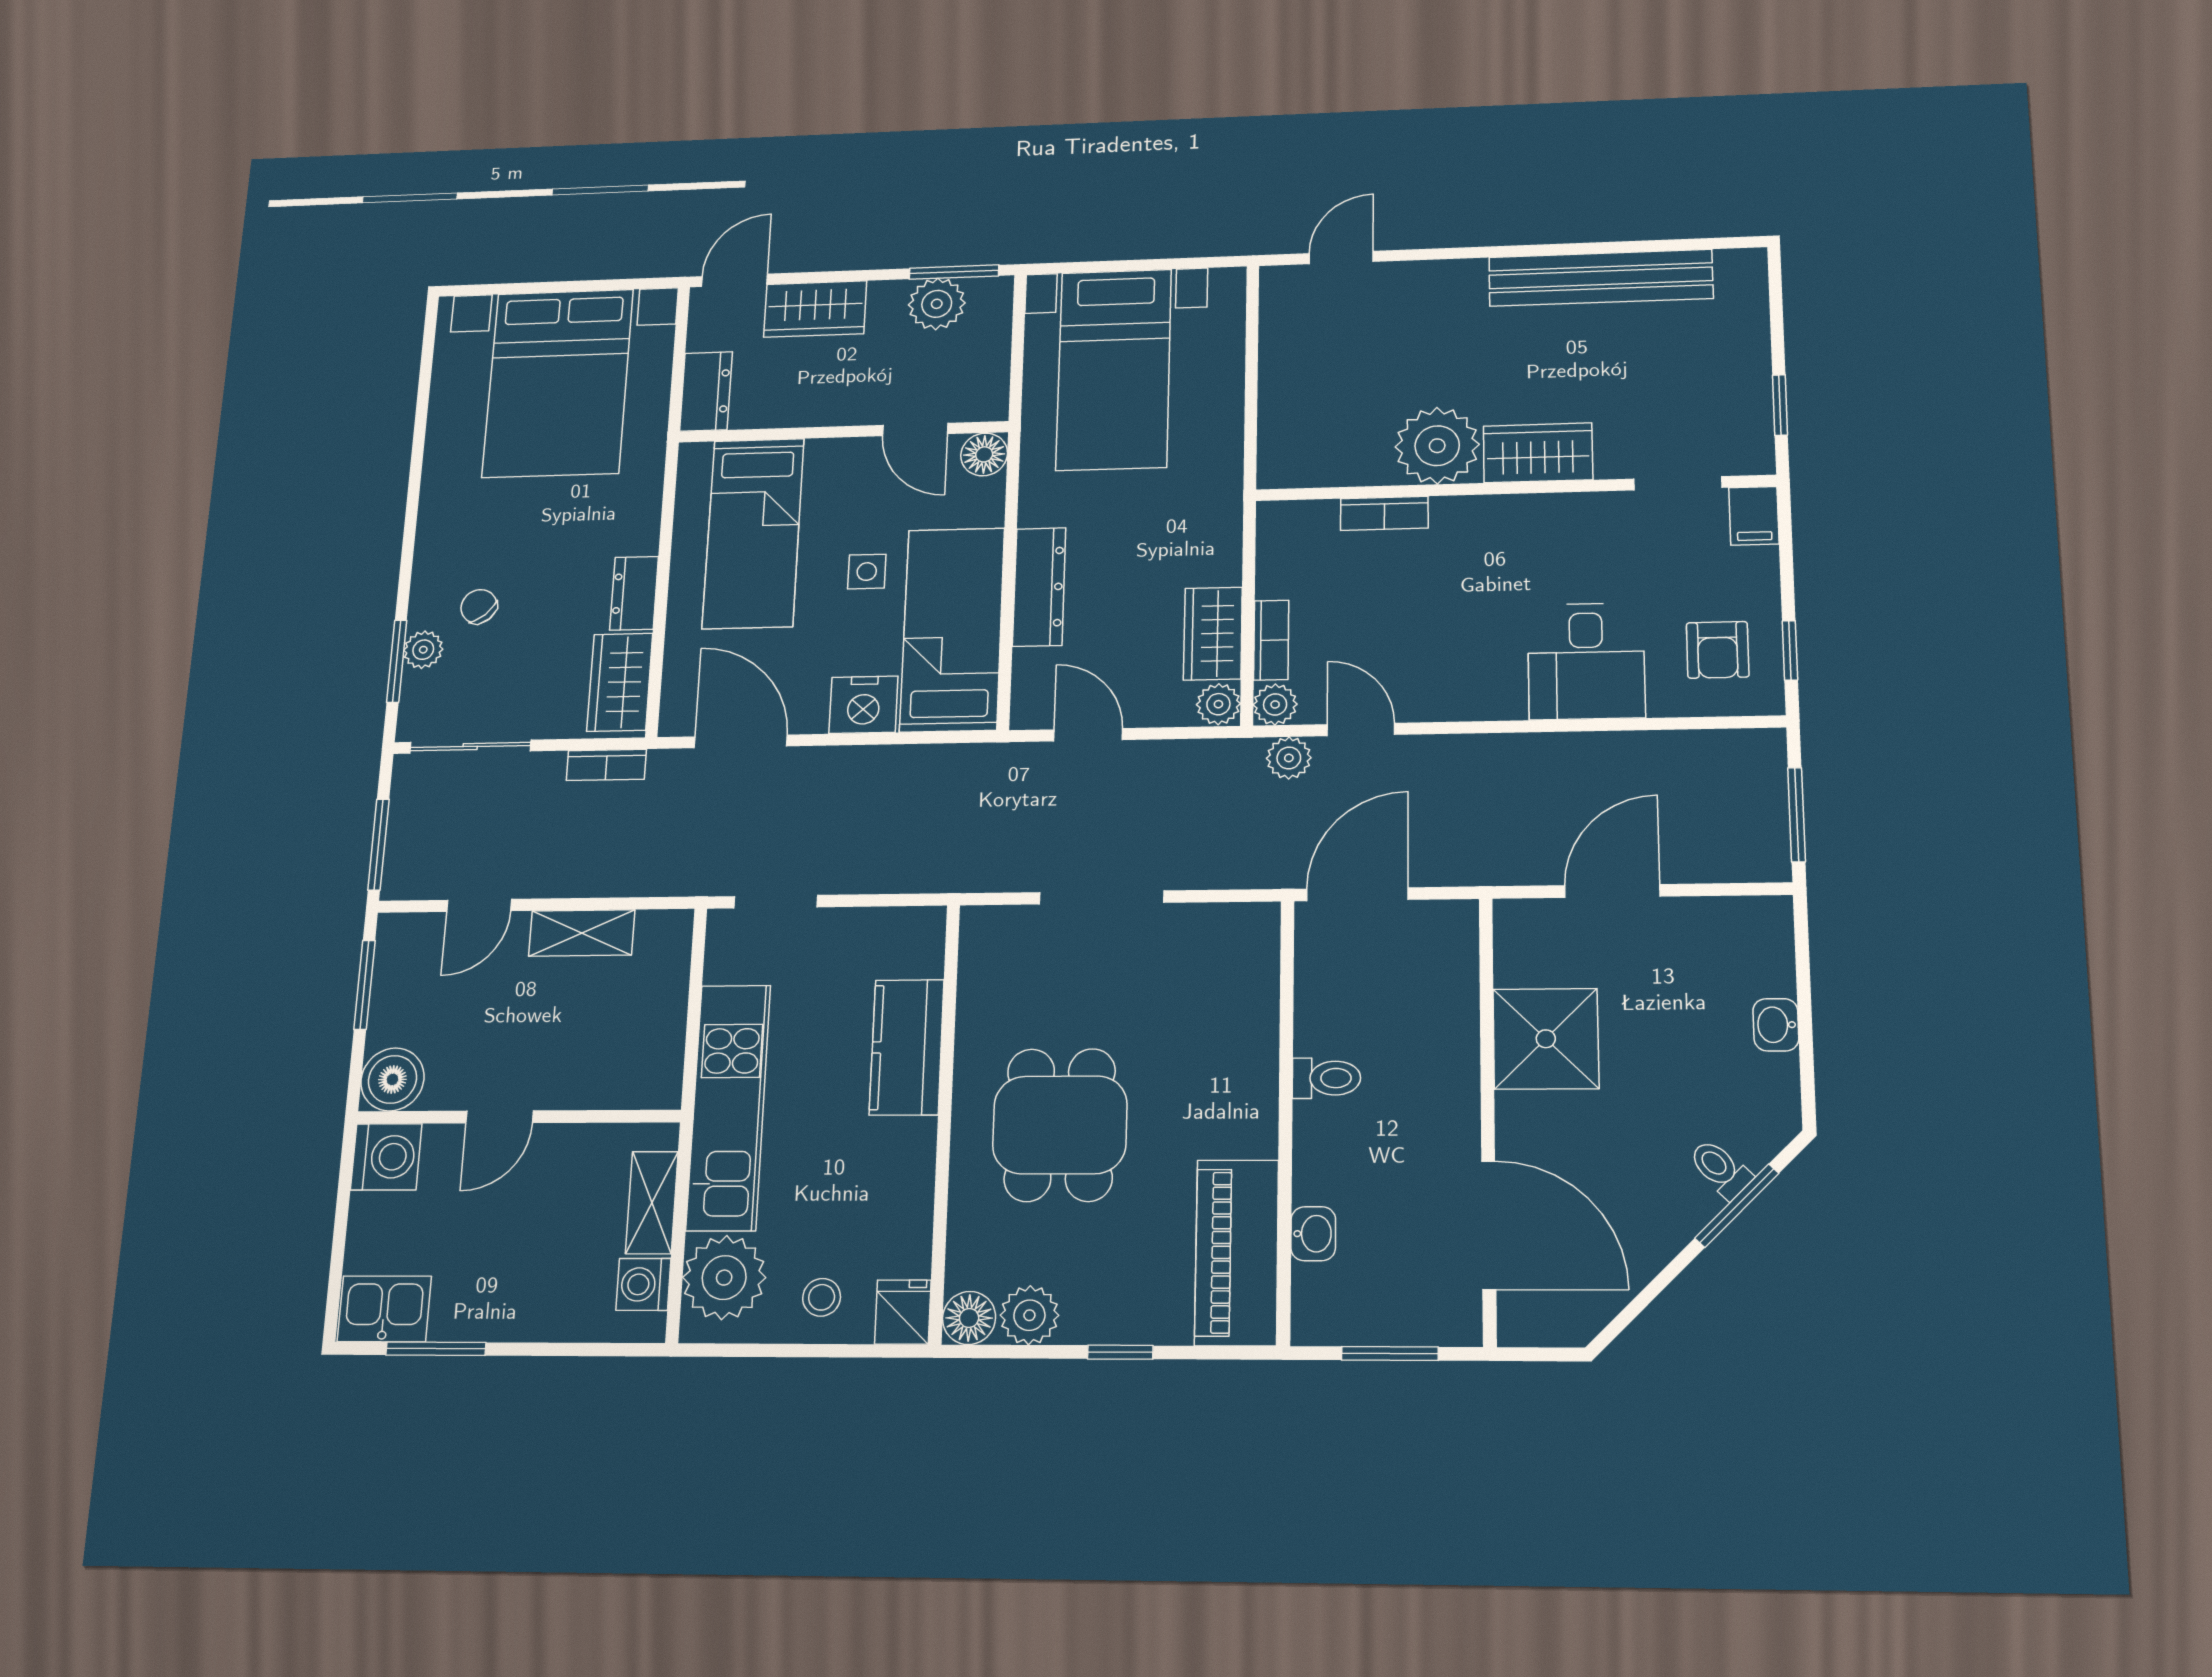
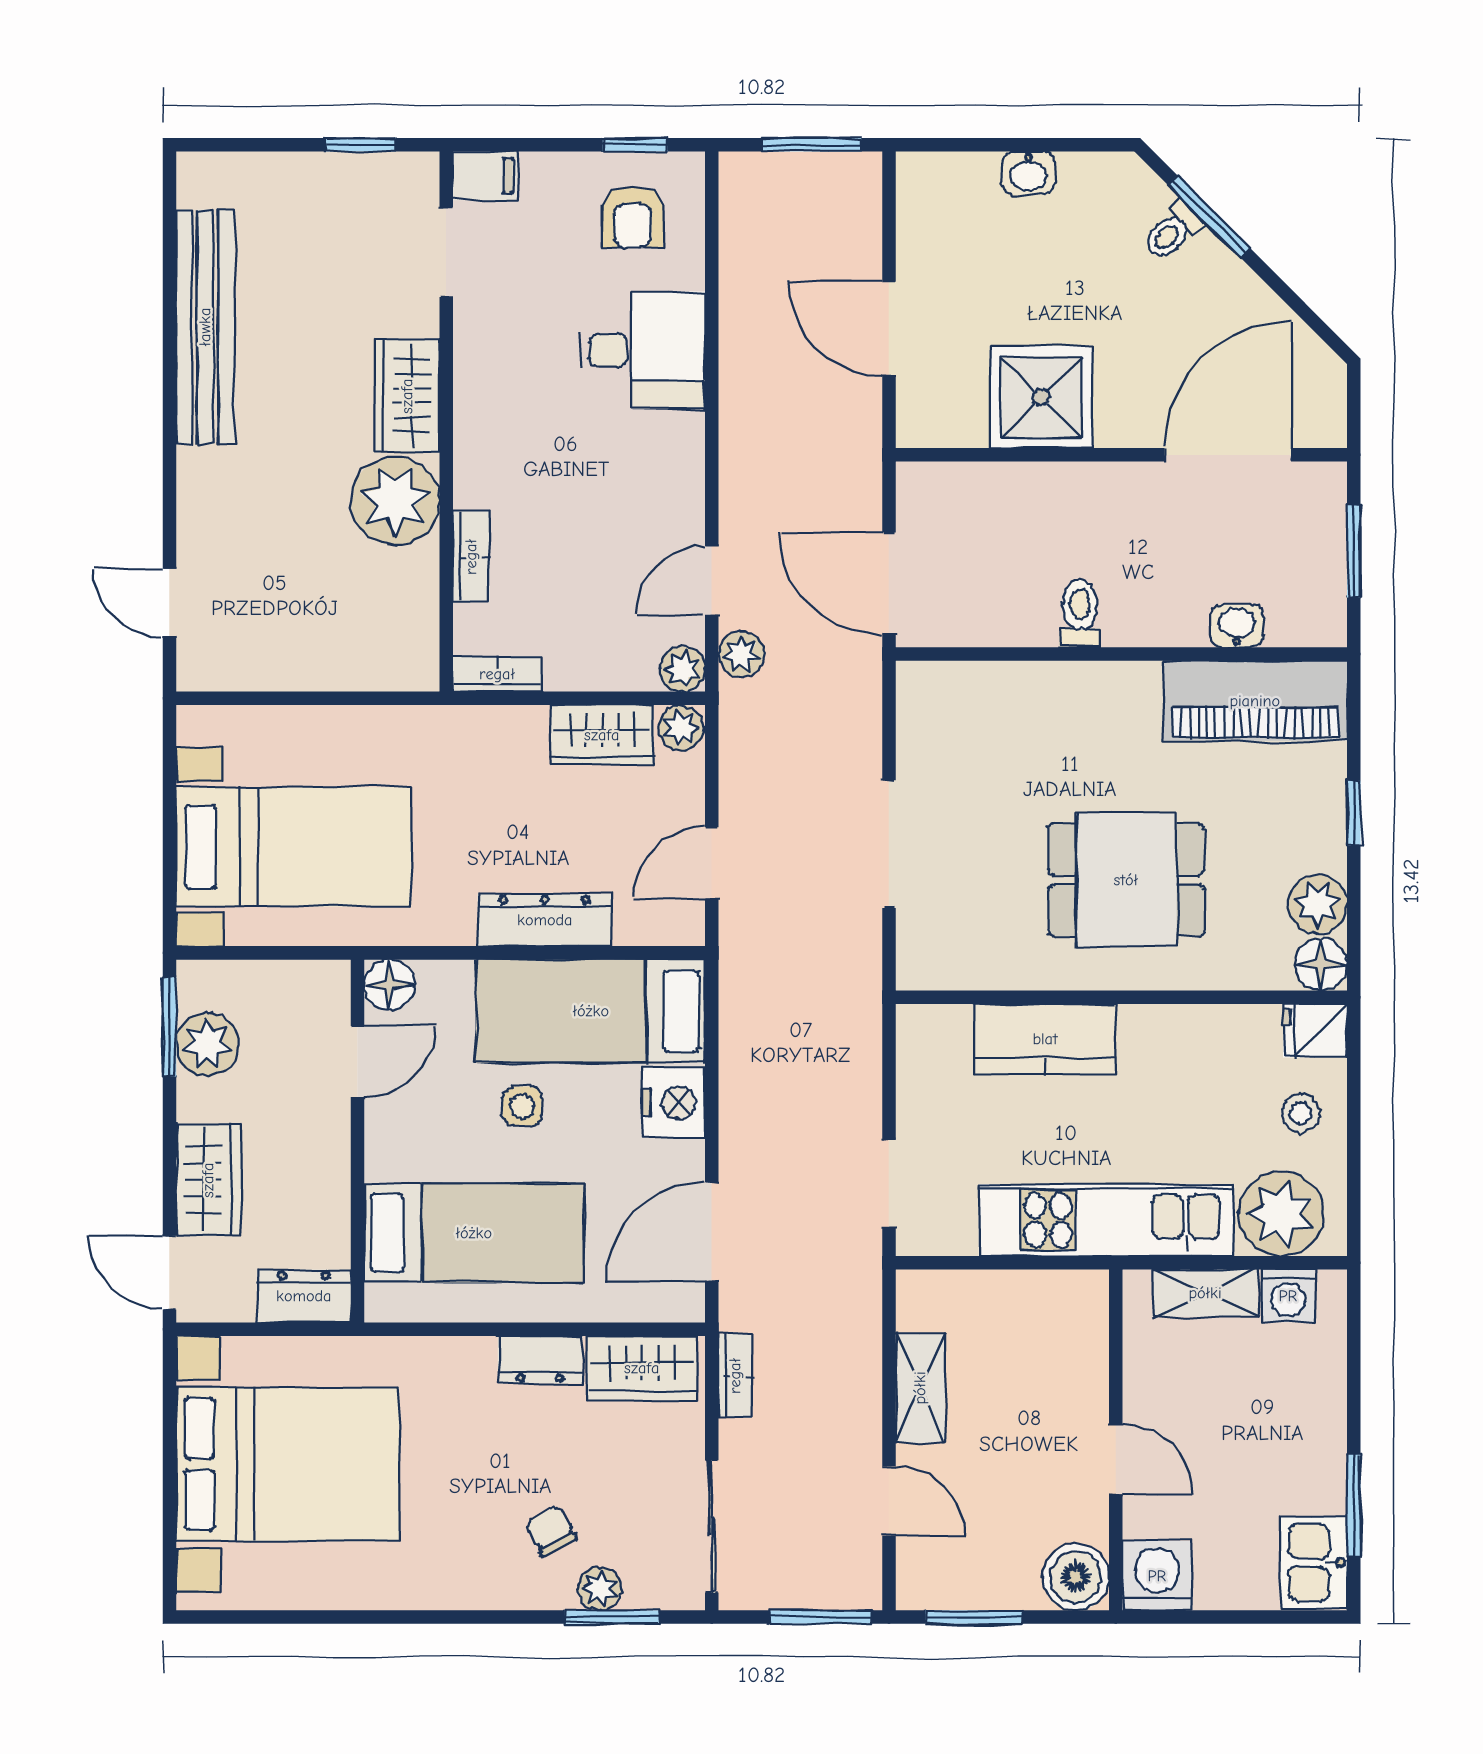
chair: (479, 606) -> (551, 1531), turned 103
bookcase: (1271, 640) -> (497, 674), moved
armchair: (1718, 650) -> (633, 217), turned 90

